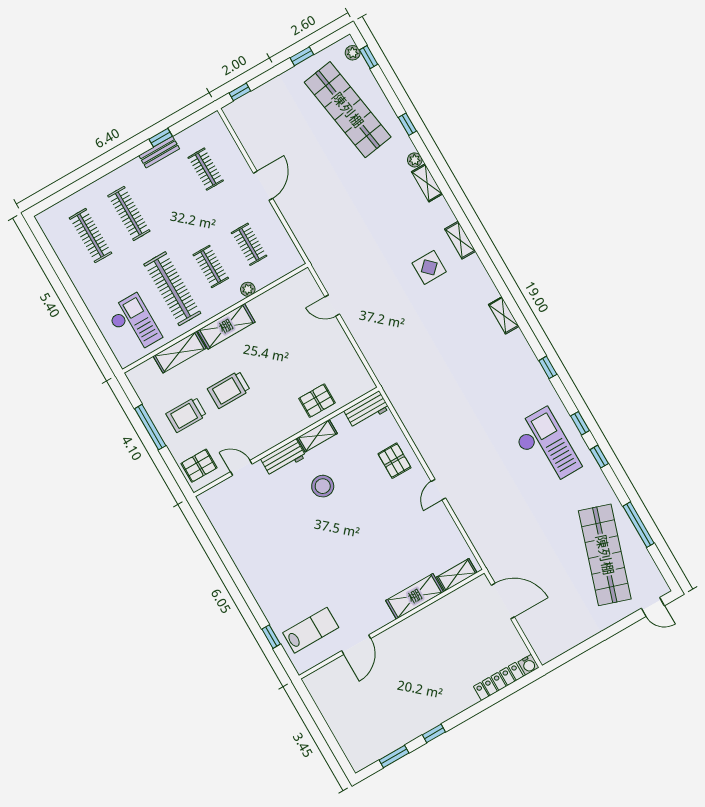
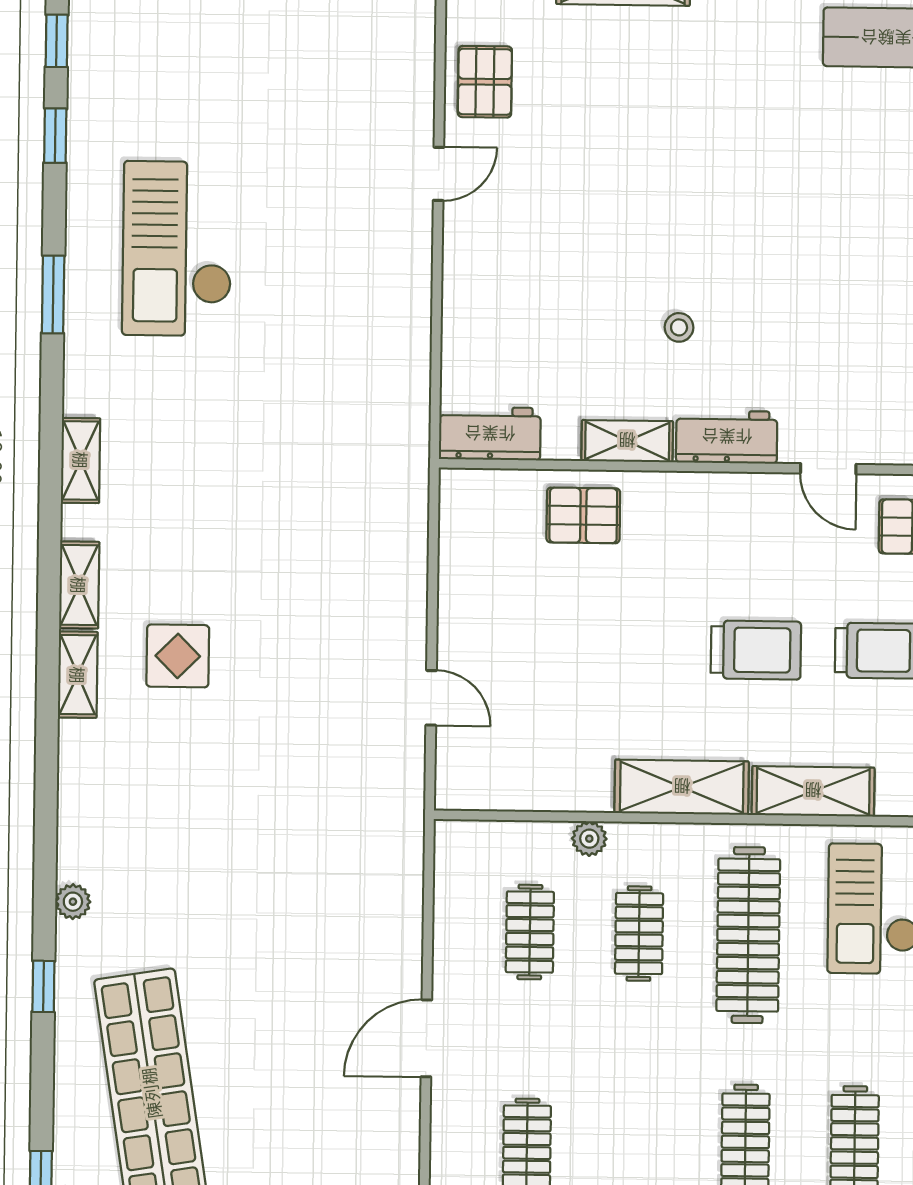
shelving: (427, 183) -> (79, 585), moved
window: (548, 367) -> (53, 294), width x1.50
checkout: (546, 447) -> (177, 249), moved
pallet: (394, 461) -> (485, 82), moved
stool: (323, 486) -> (679, 327), width x0.53, depth x0.53

